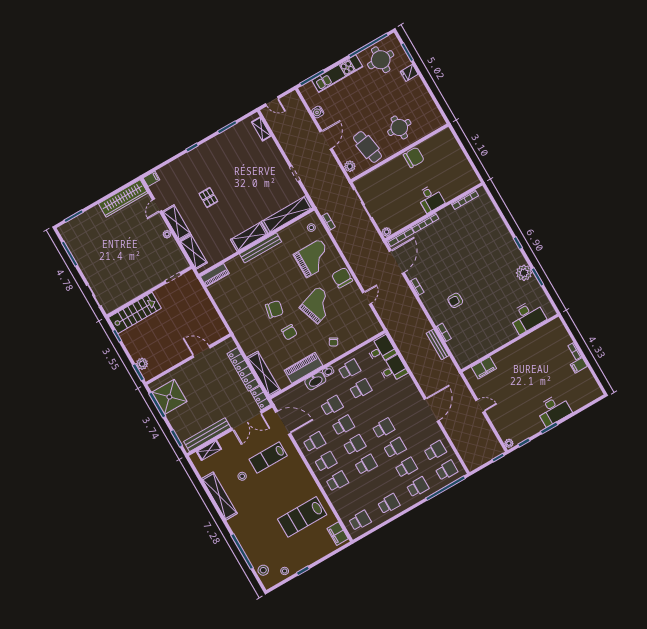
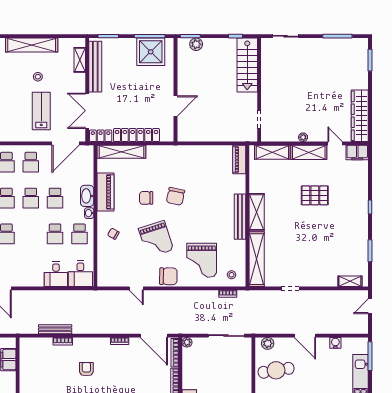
filing cabinet: (151, 179) -> (357, 153), width x2.00
pallet: (208, 198) -> (315, 195), width x1.50, depth x1.42

